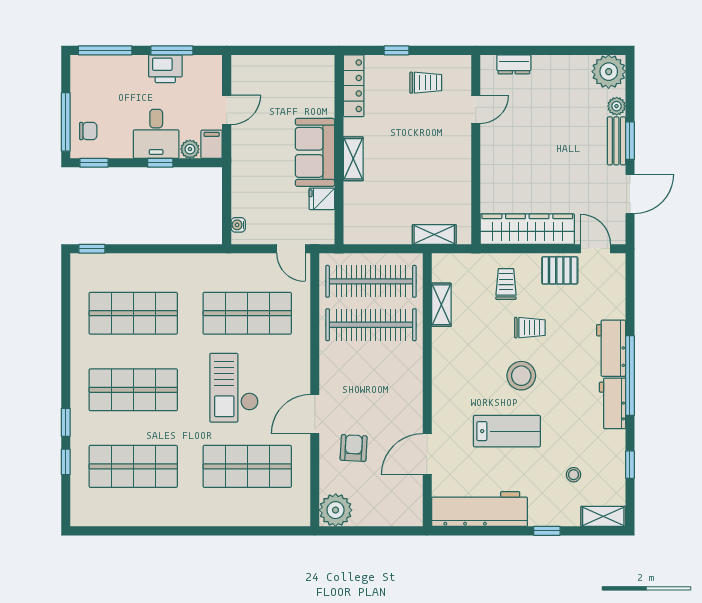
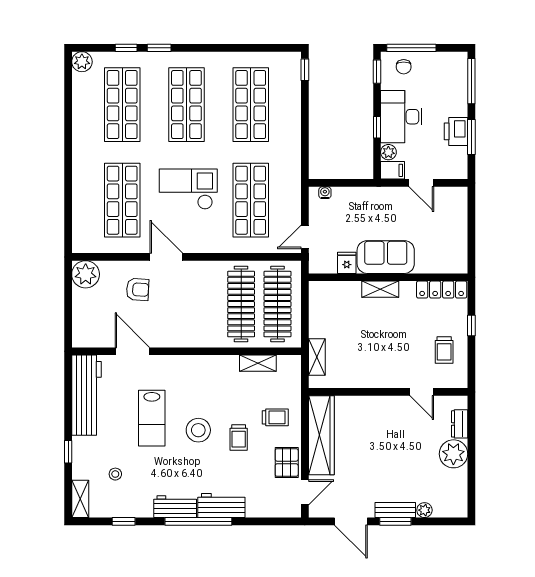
plant: (609, 72) -> (453, 454), moved
desk: (156, 134) -> (401, 117), width x1.37
plant: (82, 514) -> (82, 62), added

